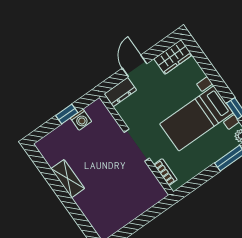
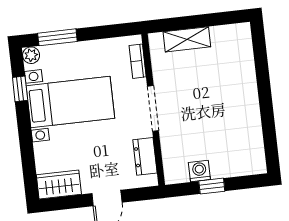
dresser: (120, 92) -> (145, 156), moved, turned -90
shelving: (68, 179) -> (187, 39), moved, turned 90

